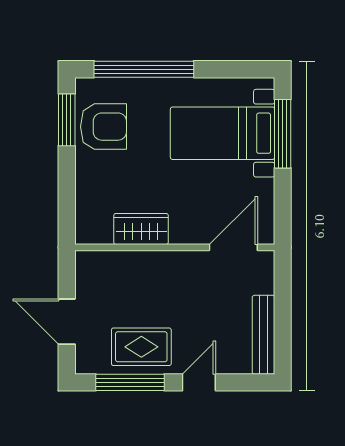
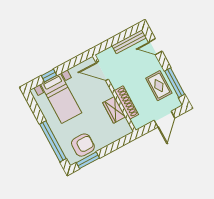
armchair: (103, 127) -> (83, 145), turned 90
window: (283, 134) -> (49, 75), width x0.46
shoe rack: (142, 262) -> (126, 103), added
door: (199, 382) -> (155, 47), moved

